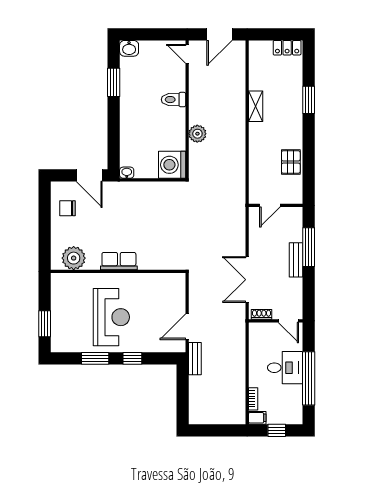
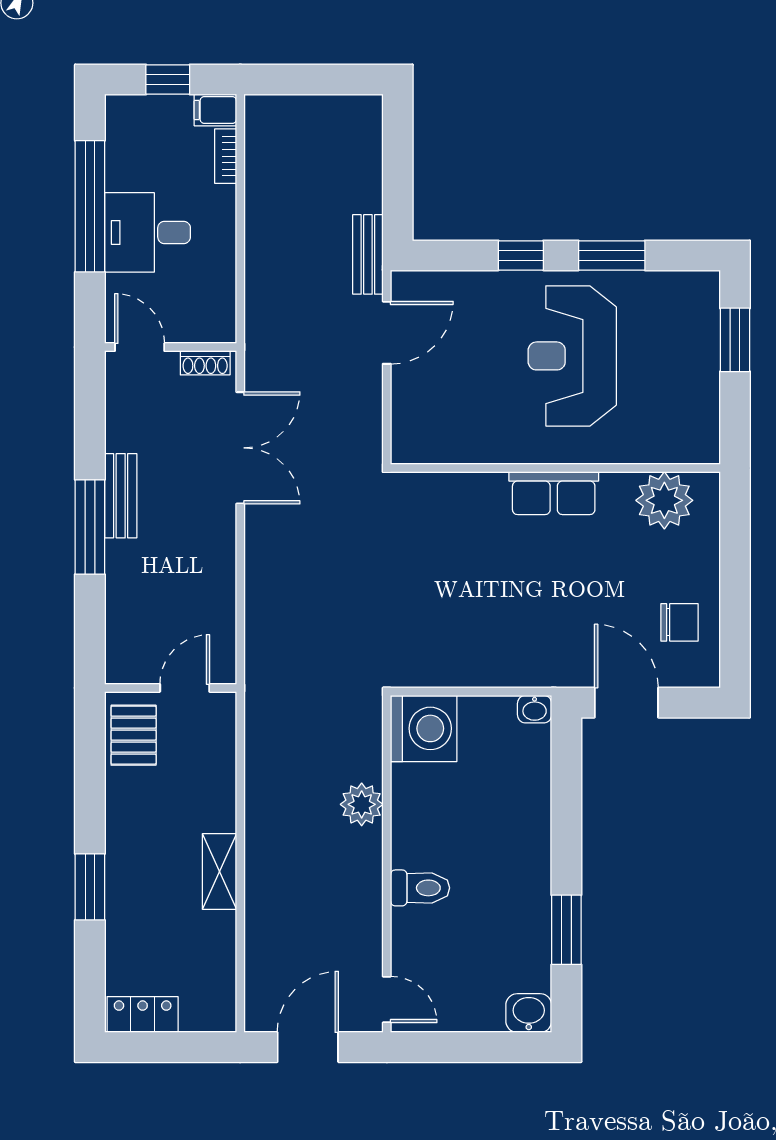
door: (270, 205) -> (185, 688), moved
wall: (276, 205) -> (171, 688), moved

